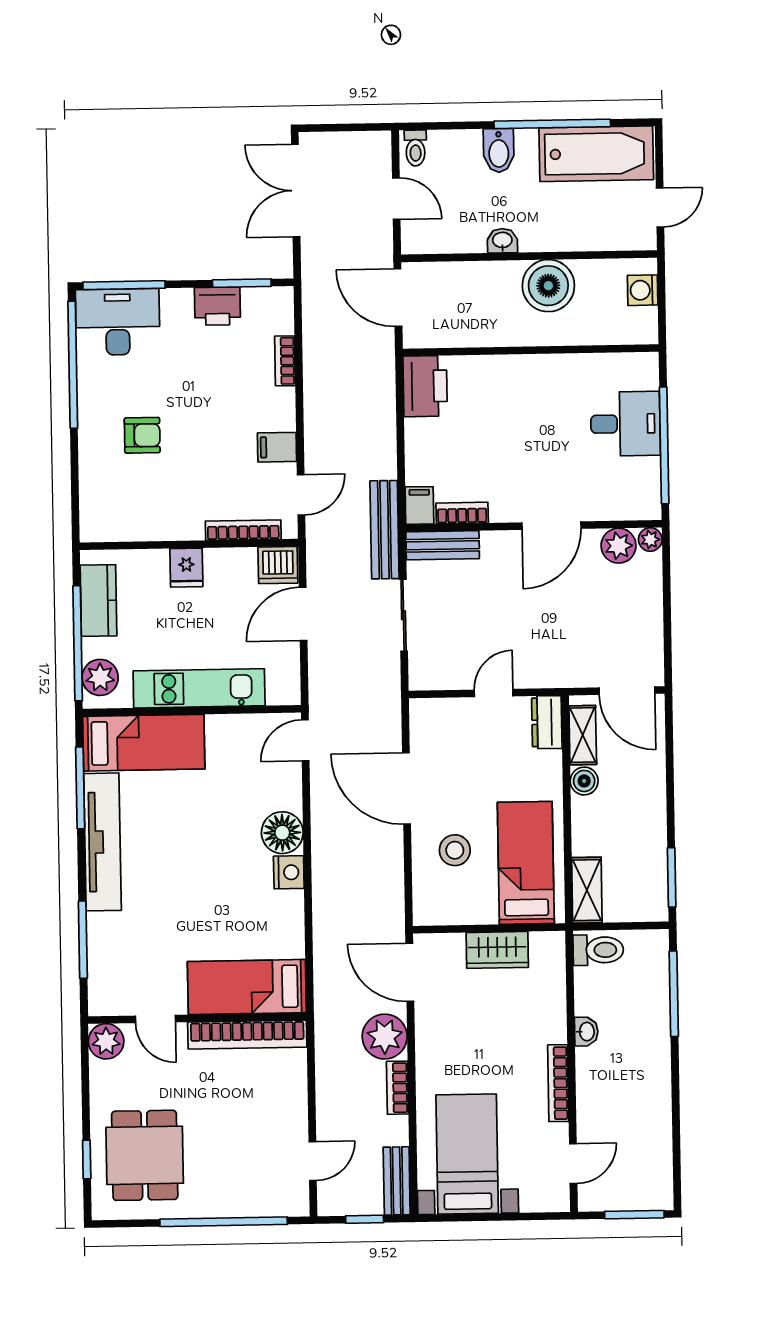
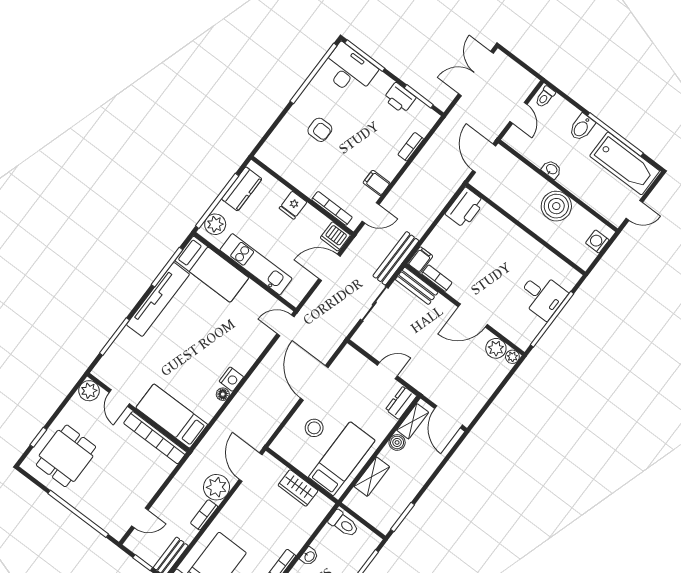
floor lamp: (282, 833) -> (223, 394), moved, width x0.53, depth x0.53
shelving: (587, 890) -> (372, 477), moved

